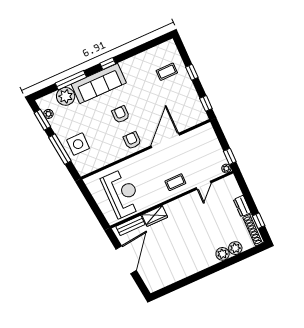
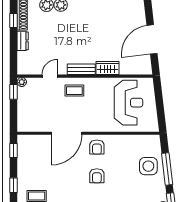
reception desk: (122, 193) -> (128, 103), turned 180
bench: (130, 225) -> (81, 69), moved

